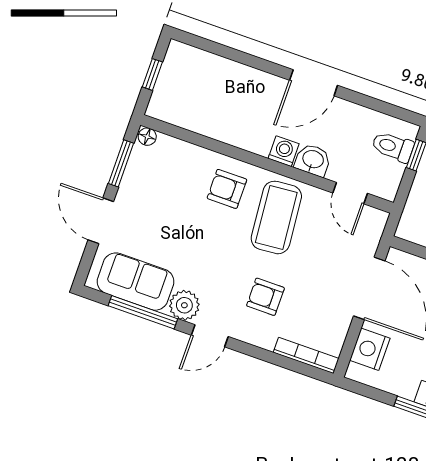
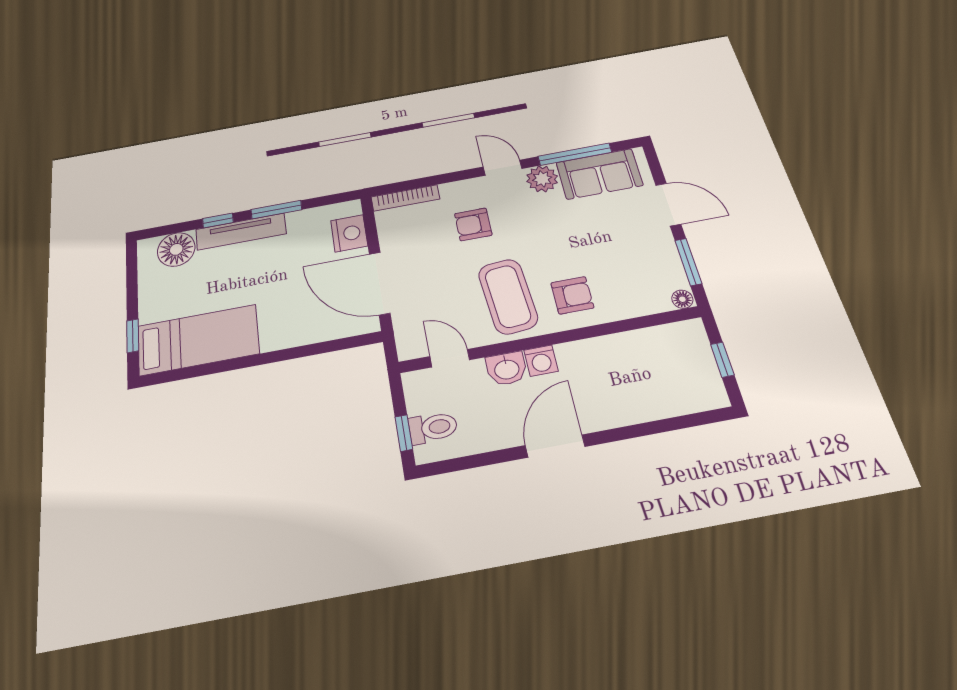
armchair: (265, 297) -> (473, 224), turned 180
door: (210, 336) -> (503, 168), hinge flipped

